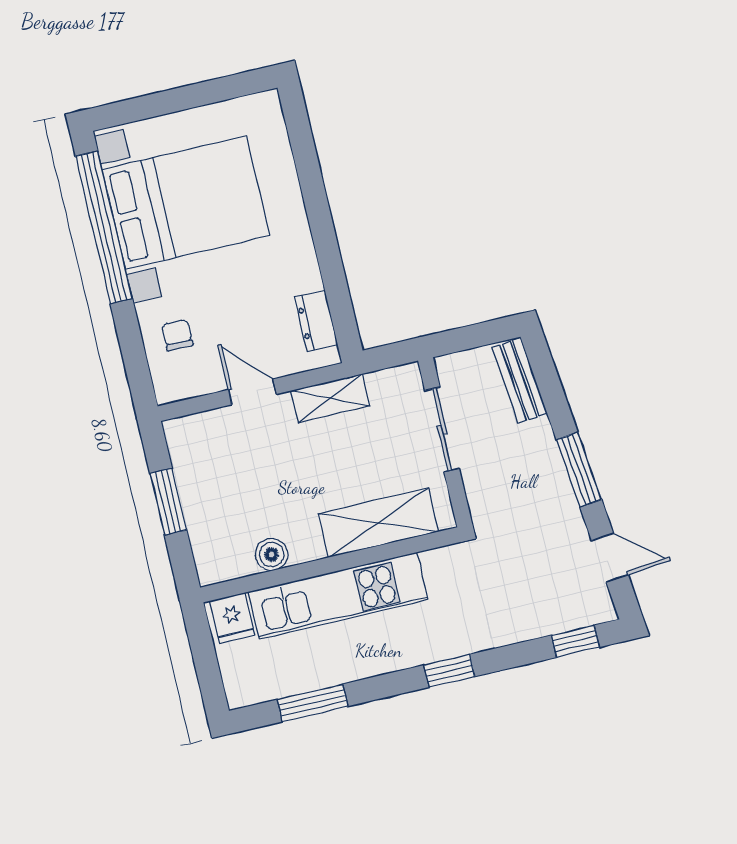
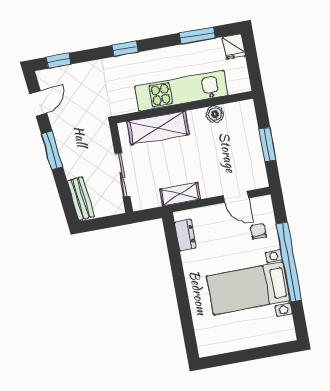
bed with nightstands: (186, 203) -> (248, 288), width x0.73
window: (104, 227) -> (289, 262), moved
chair: (177, 335) -> (258, 231), turned 180
door: (252, 392) -> (236, 197), moved
door: (610, 558) -> (38, 103), swing flipped
fridge: (232, 618) -> (234, 46), moved, turned 180

